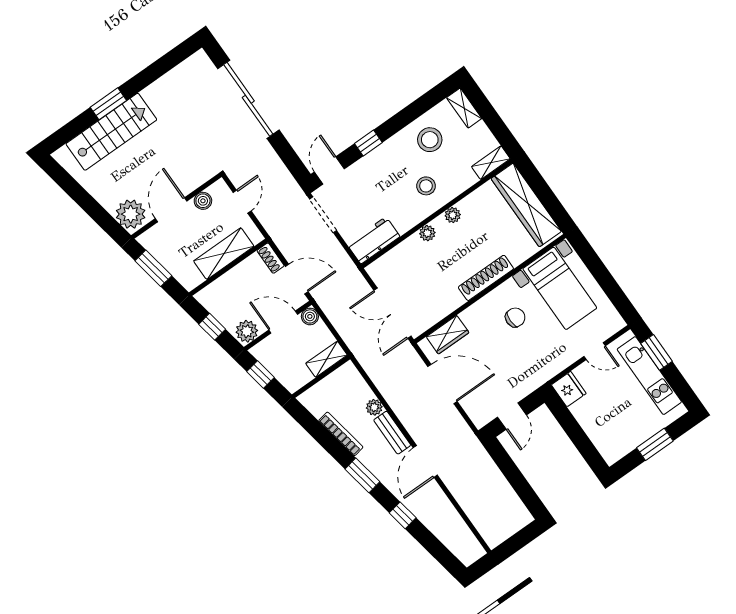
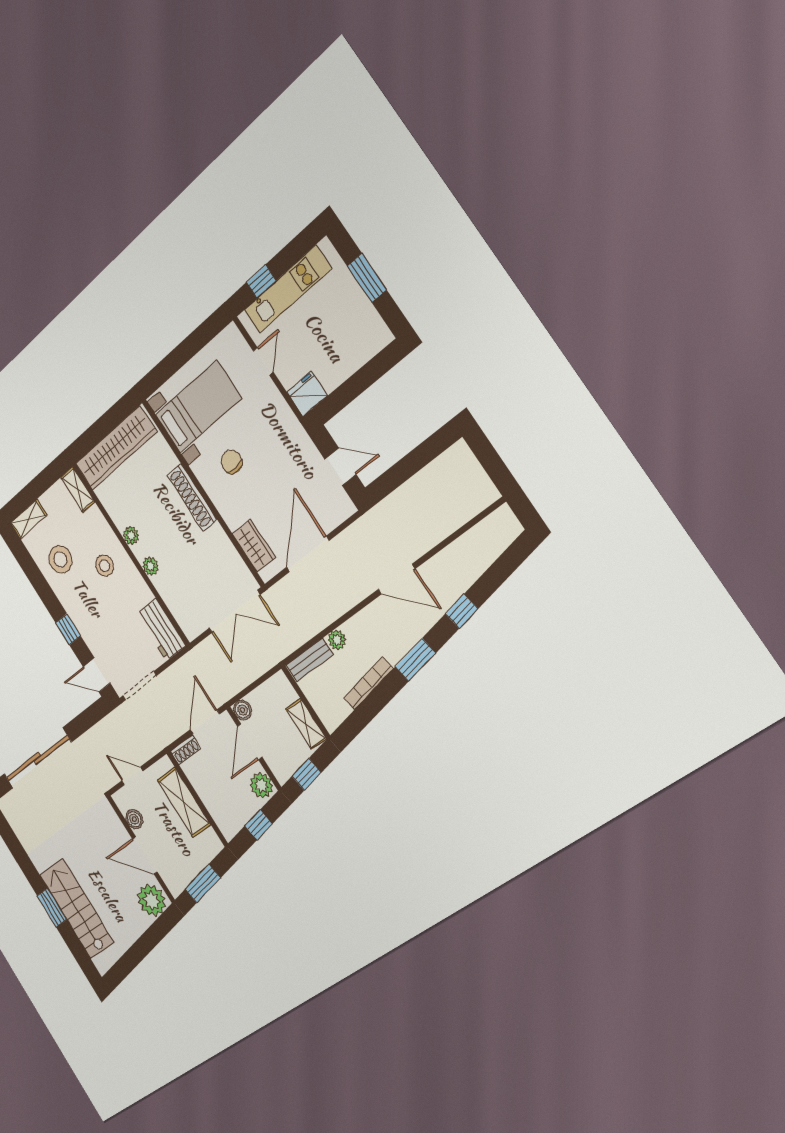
window: (656, 352) -> (261, 281), width x0.67
shelving: (326, 359) -> (306, 724), moved
bench: (392, 433) -> (310, 660), moved

